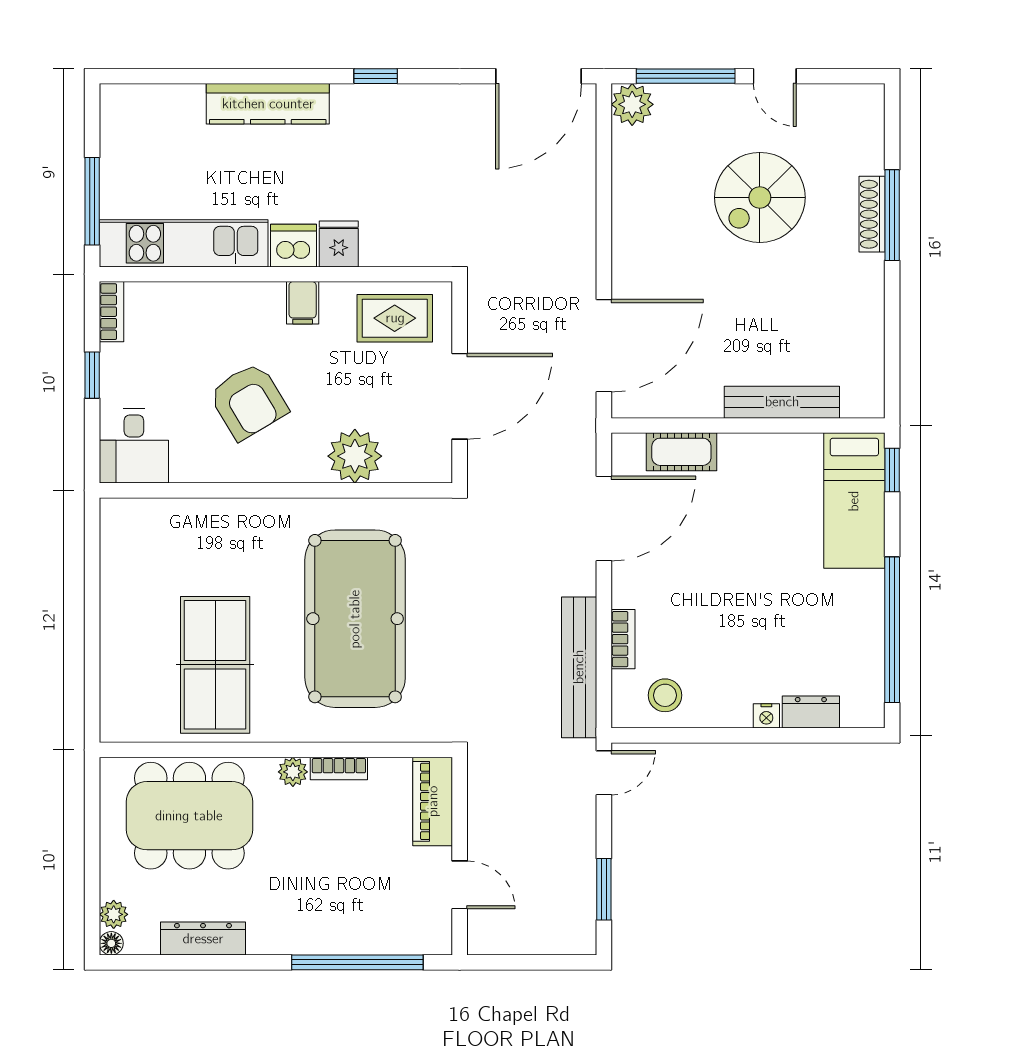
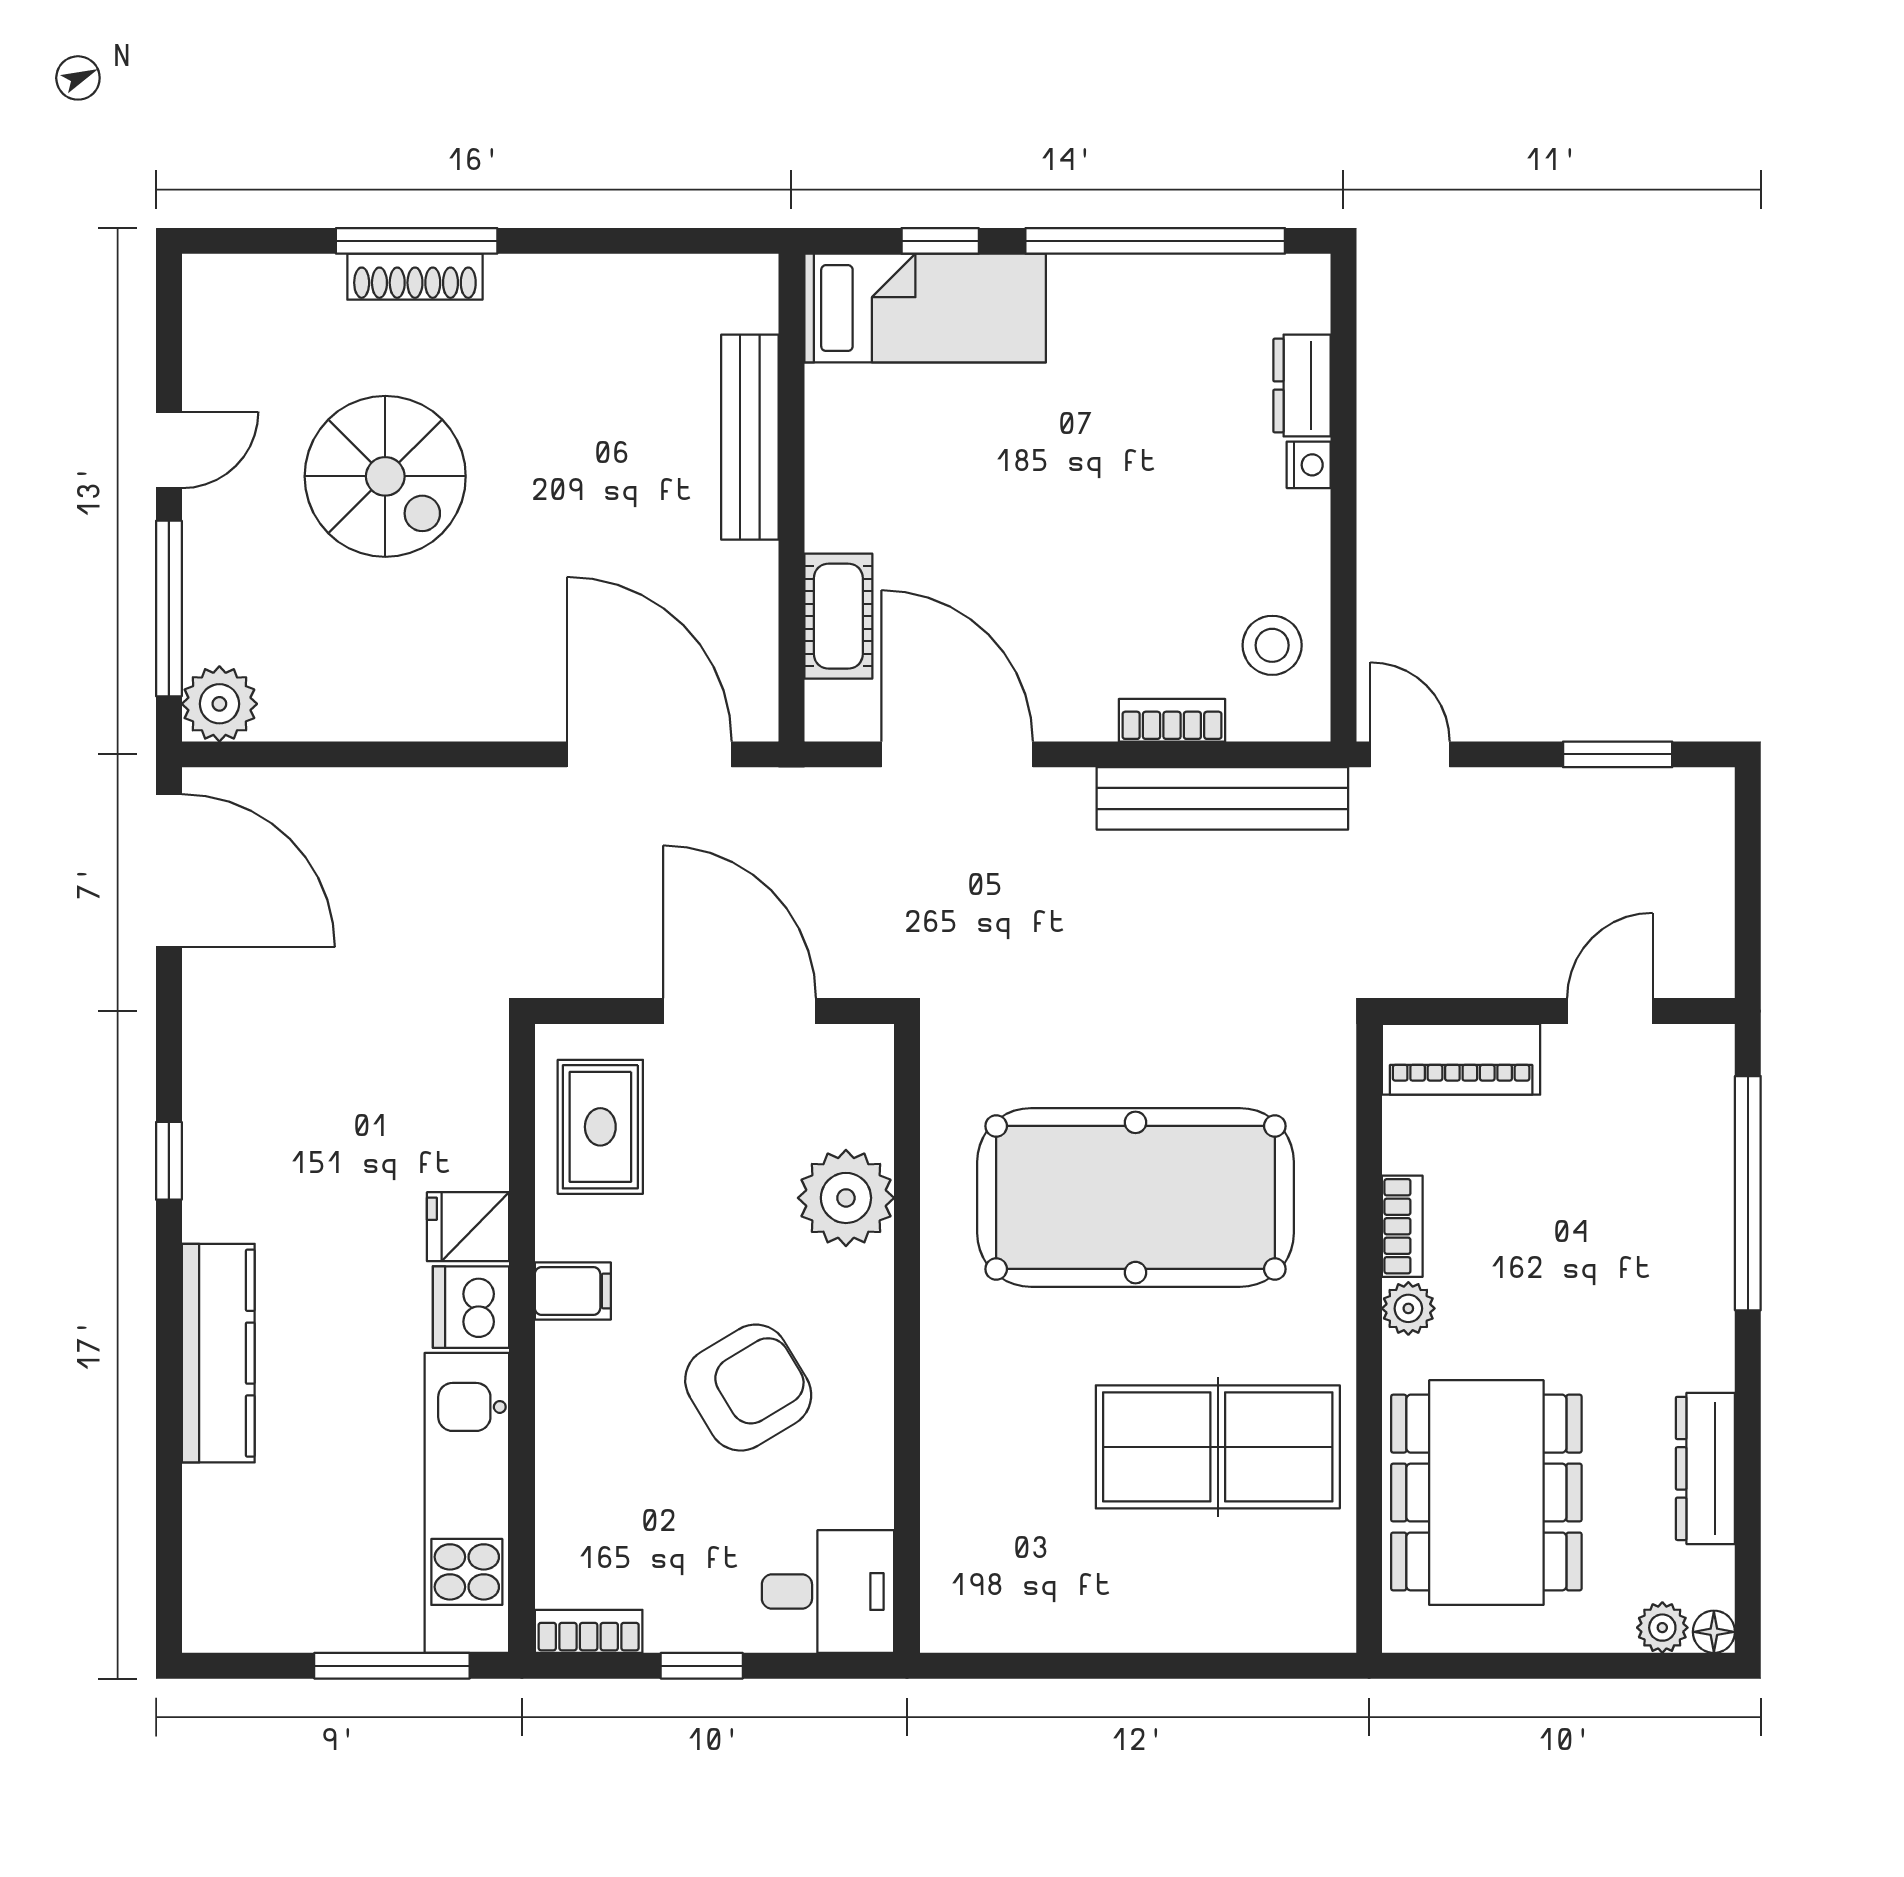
window: (892, 470) -> (940, 241), moved

